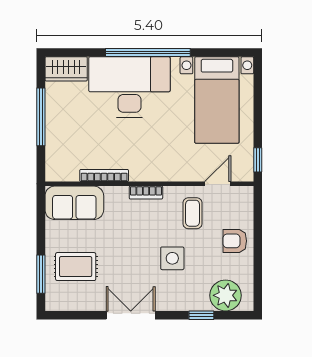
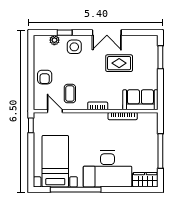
window: (148, 52) -> (76, 190), moved
door: (218, 184) -> (55, 111), swing flipped
armchair: (235, 241) -> (45, 77), turned 90
side table: (172, 258) -> (74, 47), moved
rug: (76, 267) -> (119, 63), moved
plant: (226, 295) -> (54, 40), width x0.53, depth x0.53

